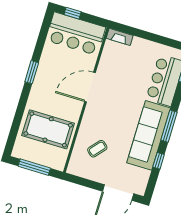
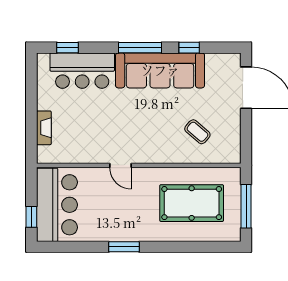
fireplace: (120, 37) -> (44, 128), moved
door: (90, 87) -> (120, 165), width x0.53
pool table: (48, 129) -> (192, 203), turned 90

